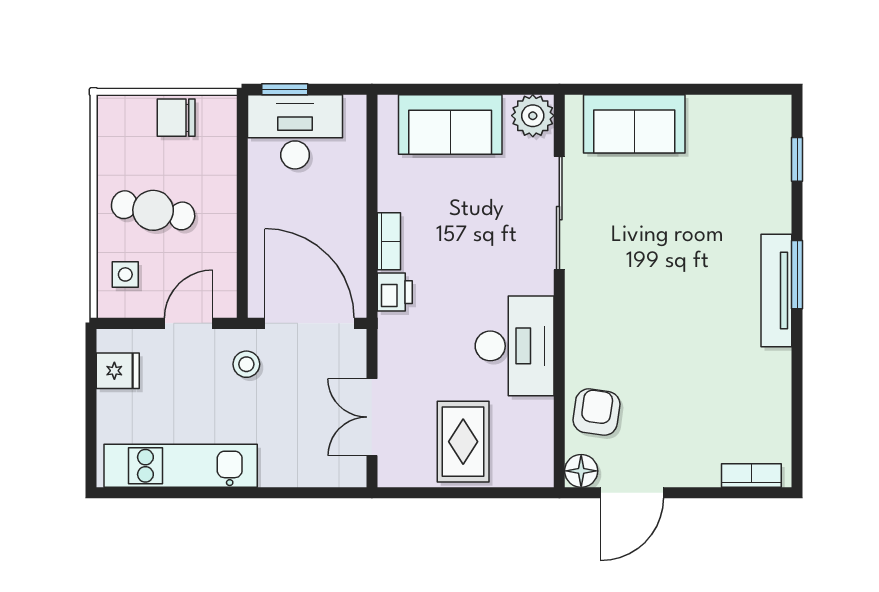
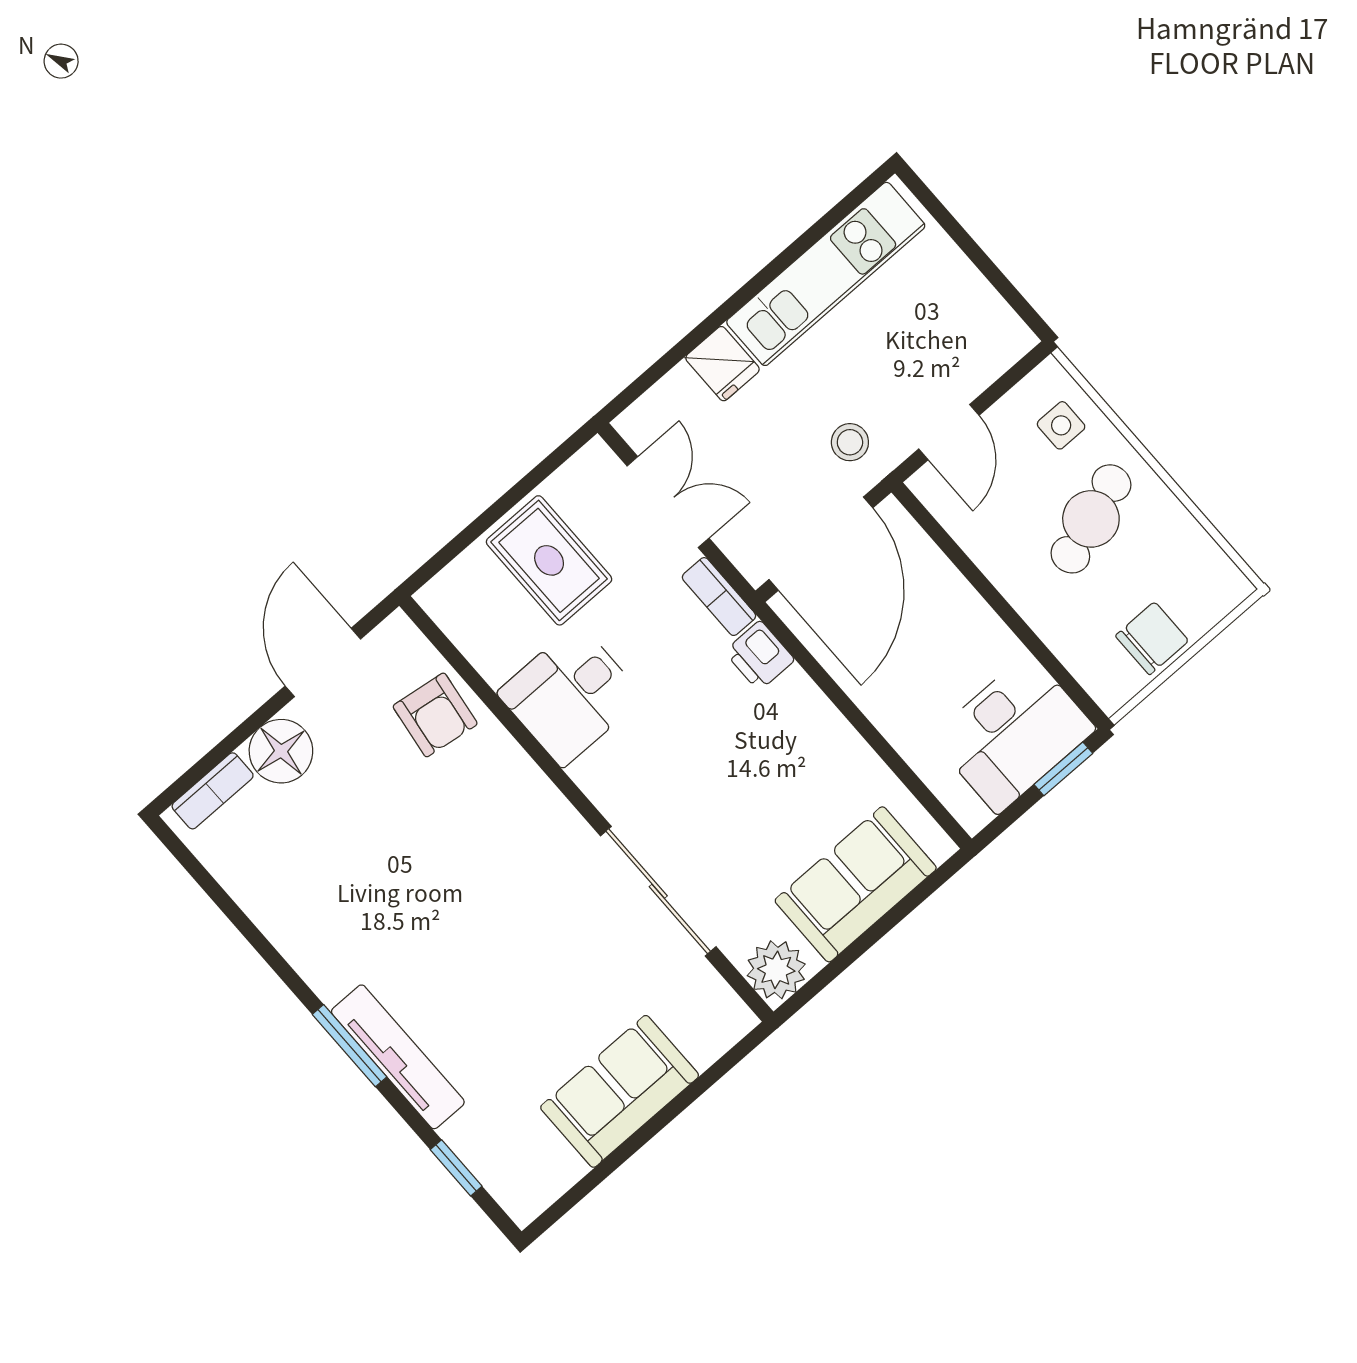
sofa: (634, 124) -> (620, 1091), moved
cafe table: (153, 210) -> (1091, 519), turned -30
bookcase: (389, 241) -> (719, 597), moved
tv unit: (776, 291) -> (398, 1057), moved
door: (309, 323) -> (821, 544), hinge flipped
desk: (515, 346) -> (570, 695), width x0.73
fridge: (118, 371) -> (722, 364), moved, turned -90
floor lamp: (581, 471) -> (281, 751), moved, width x1.38, depth x1.38

